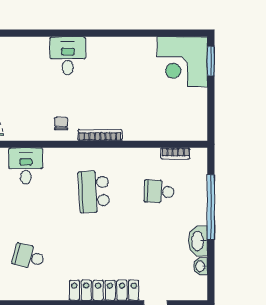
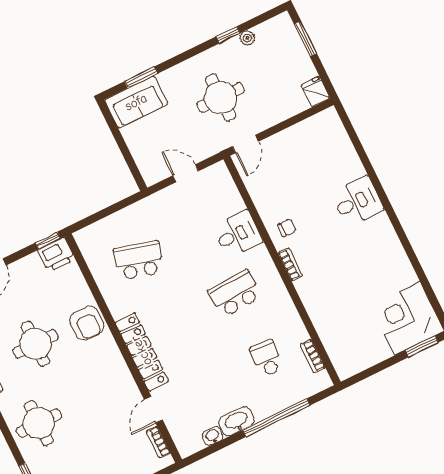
bookcase: (100, 135) -> (290, 264), width x0.64
desk: (26, 166) -> (238, 234), moved
school desk: (29, 257) -> (139, 260), width x1.85

